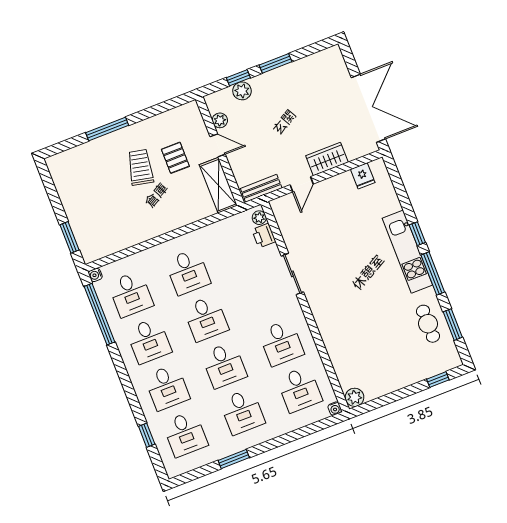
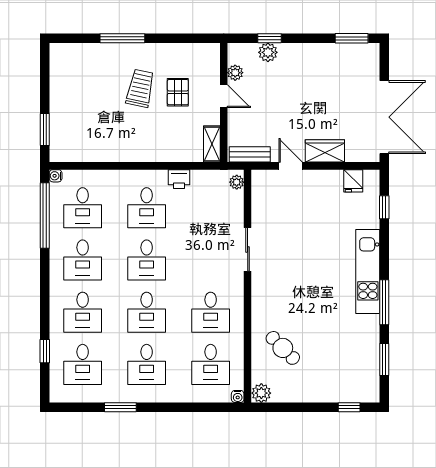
window: (275, 63) -> (352, 38), moved
door: (302, 184) -> (291, 166), swing flipped
shelving: (218, 185) -> (212, 144), width x0.67, depth x0.75
window: (417, 234) -> (384, 207), moved
printer: (264, 236) -> (179, 179), moved, turned -90
cafe table: (428, 324) -> (283, 348), moved, turned -45

